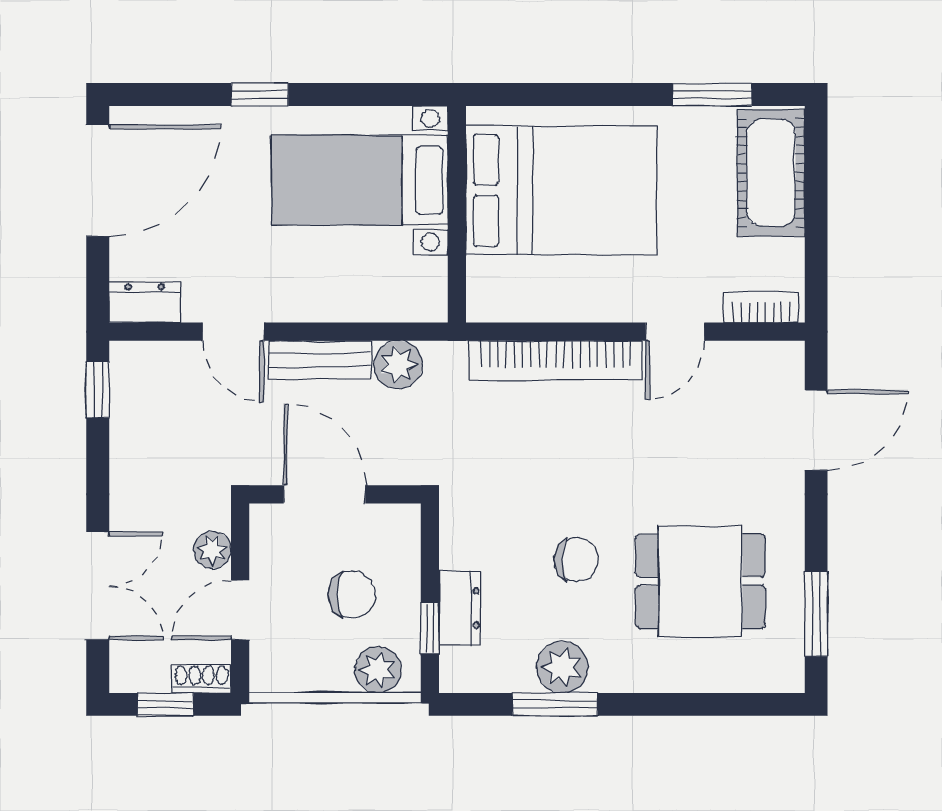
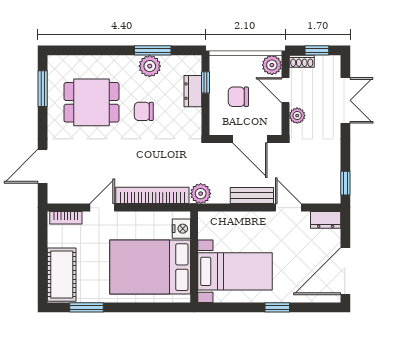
nightstand: (487, 282) -> (181, 229), added
plant: (398, 365) -> (201, 194), moved
double door: (98, 586) -> (345, 100), swing flipped
door: (240, 610) -> (285, 90), swing flipped
plant: (378, 670) -> (272, 65), moved

